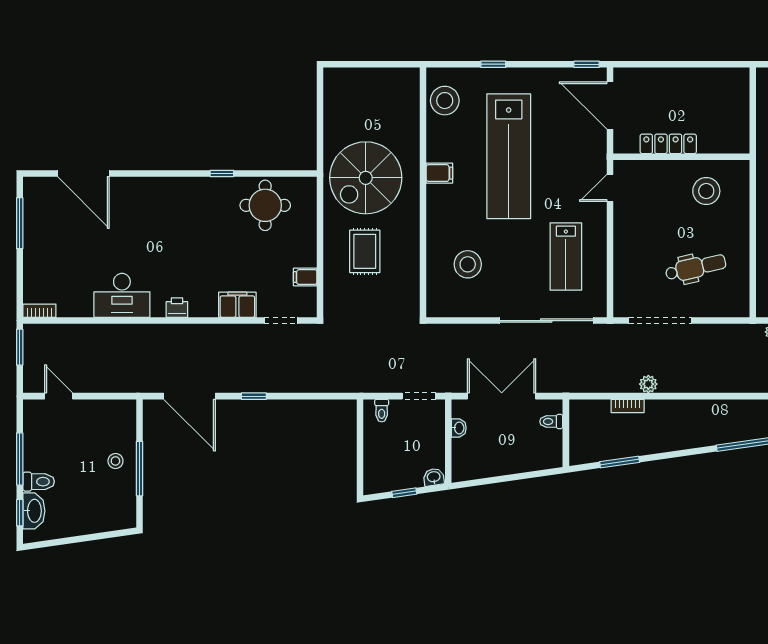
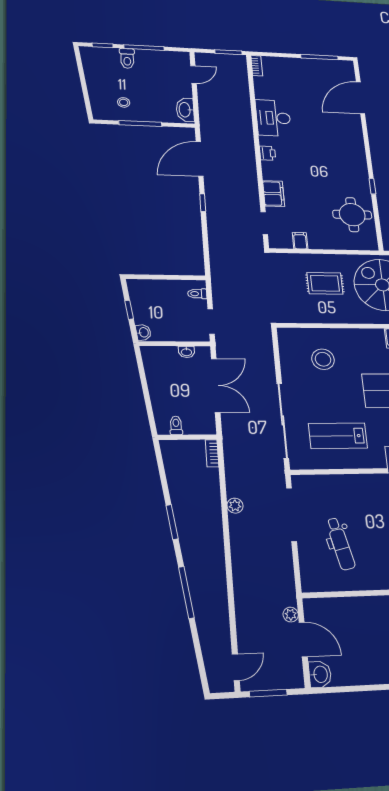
bookcase: (628, 406) -> (212, 453), moved
toilet: (551, 421) -> (176, 425), moved
stool: (115, 461) -> (124, 102), moved
window: (620, 462) -> (172, 522), moved
washbasin: (34, 511) -> (185, 110), moved, turned 90

